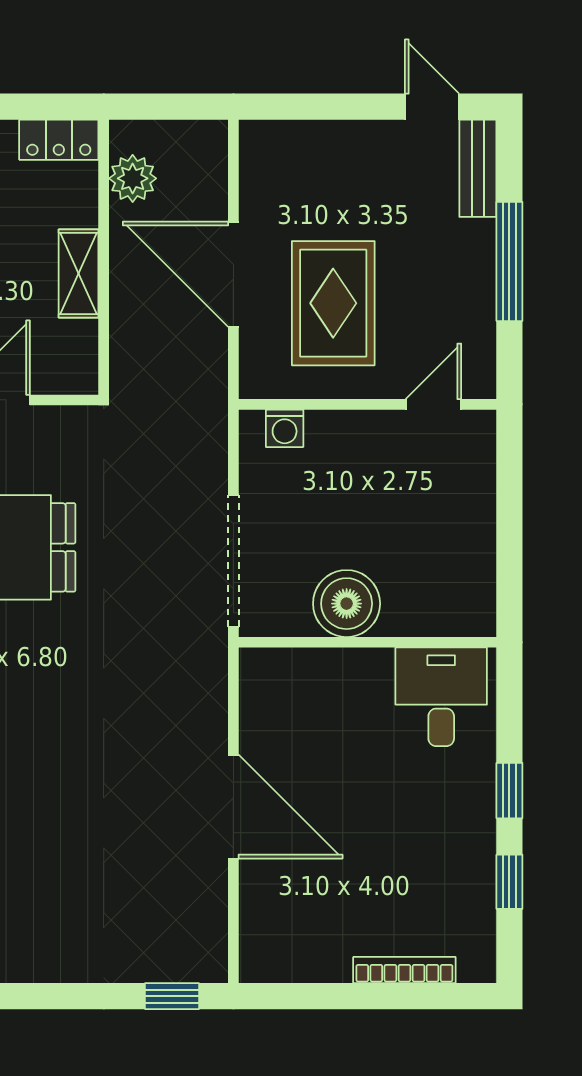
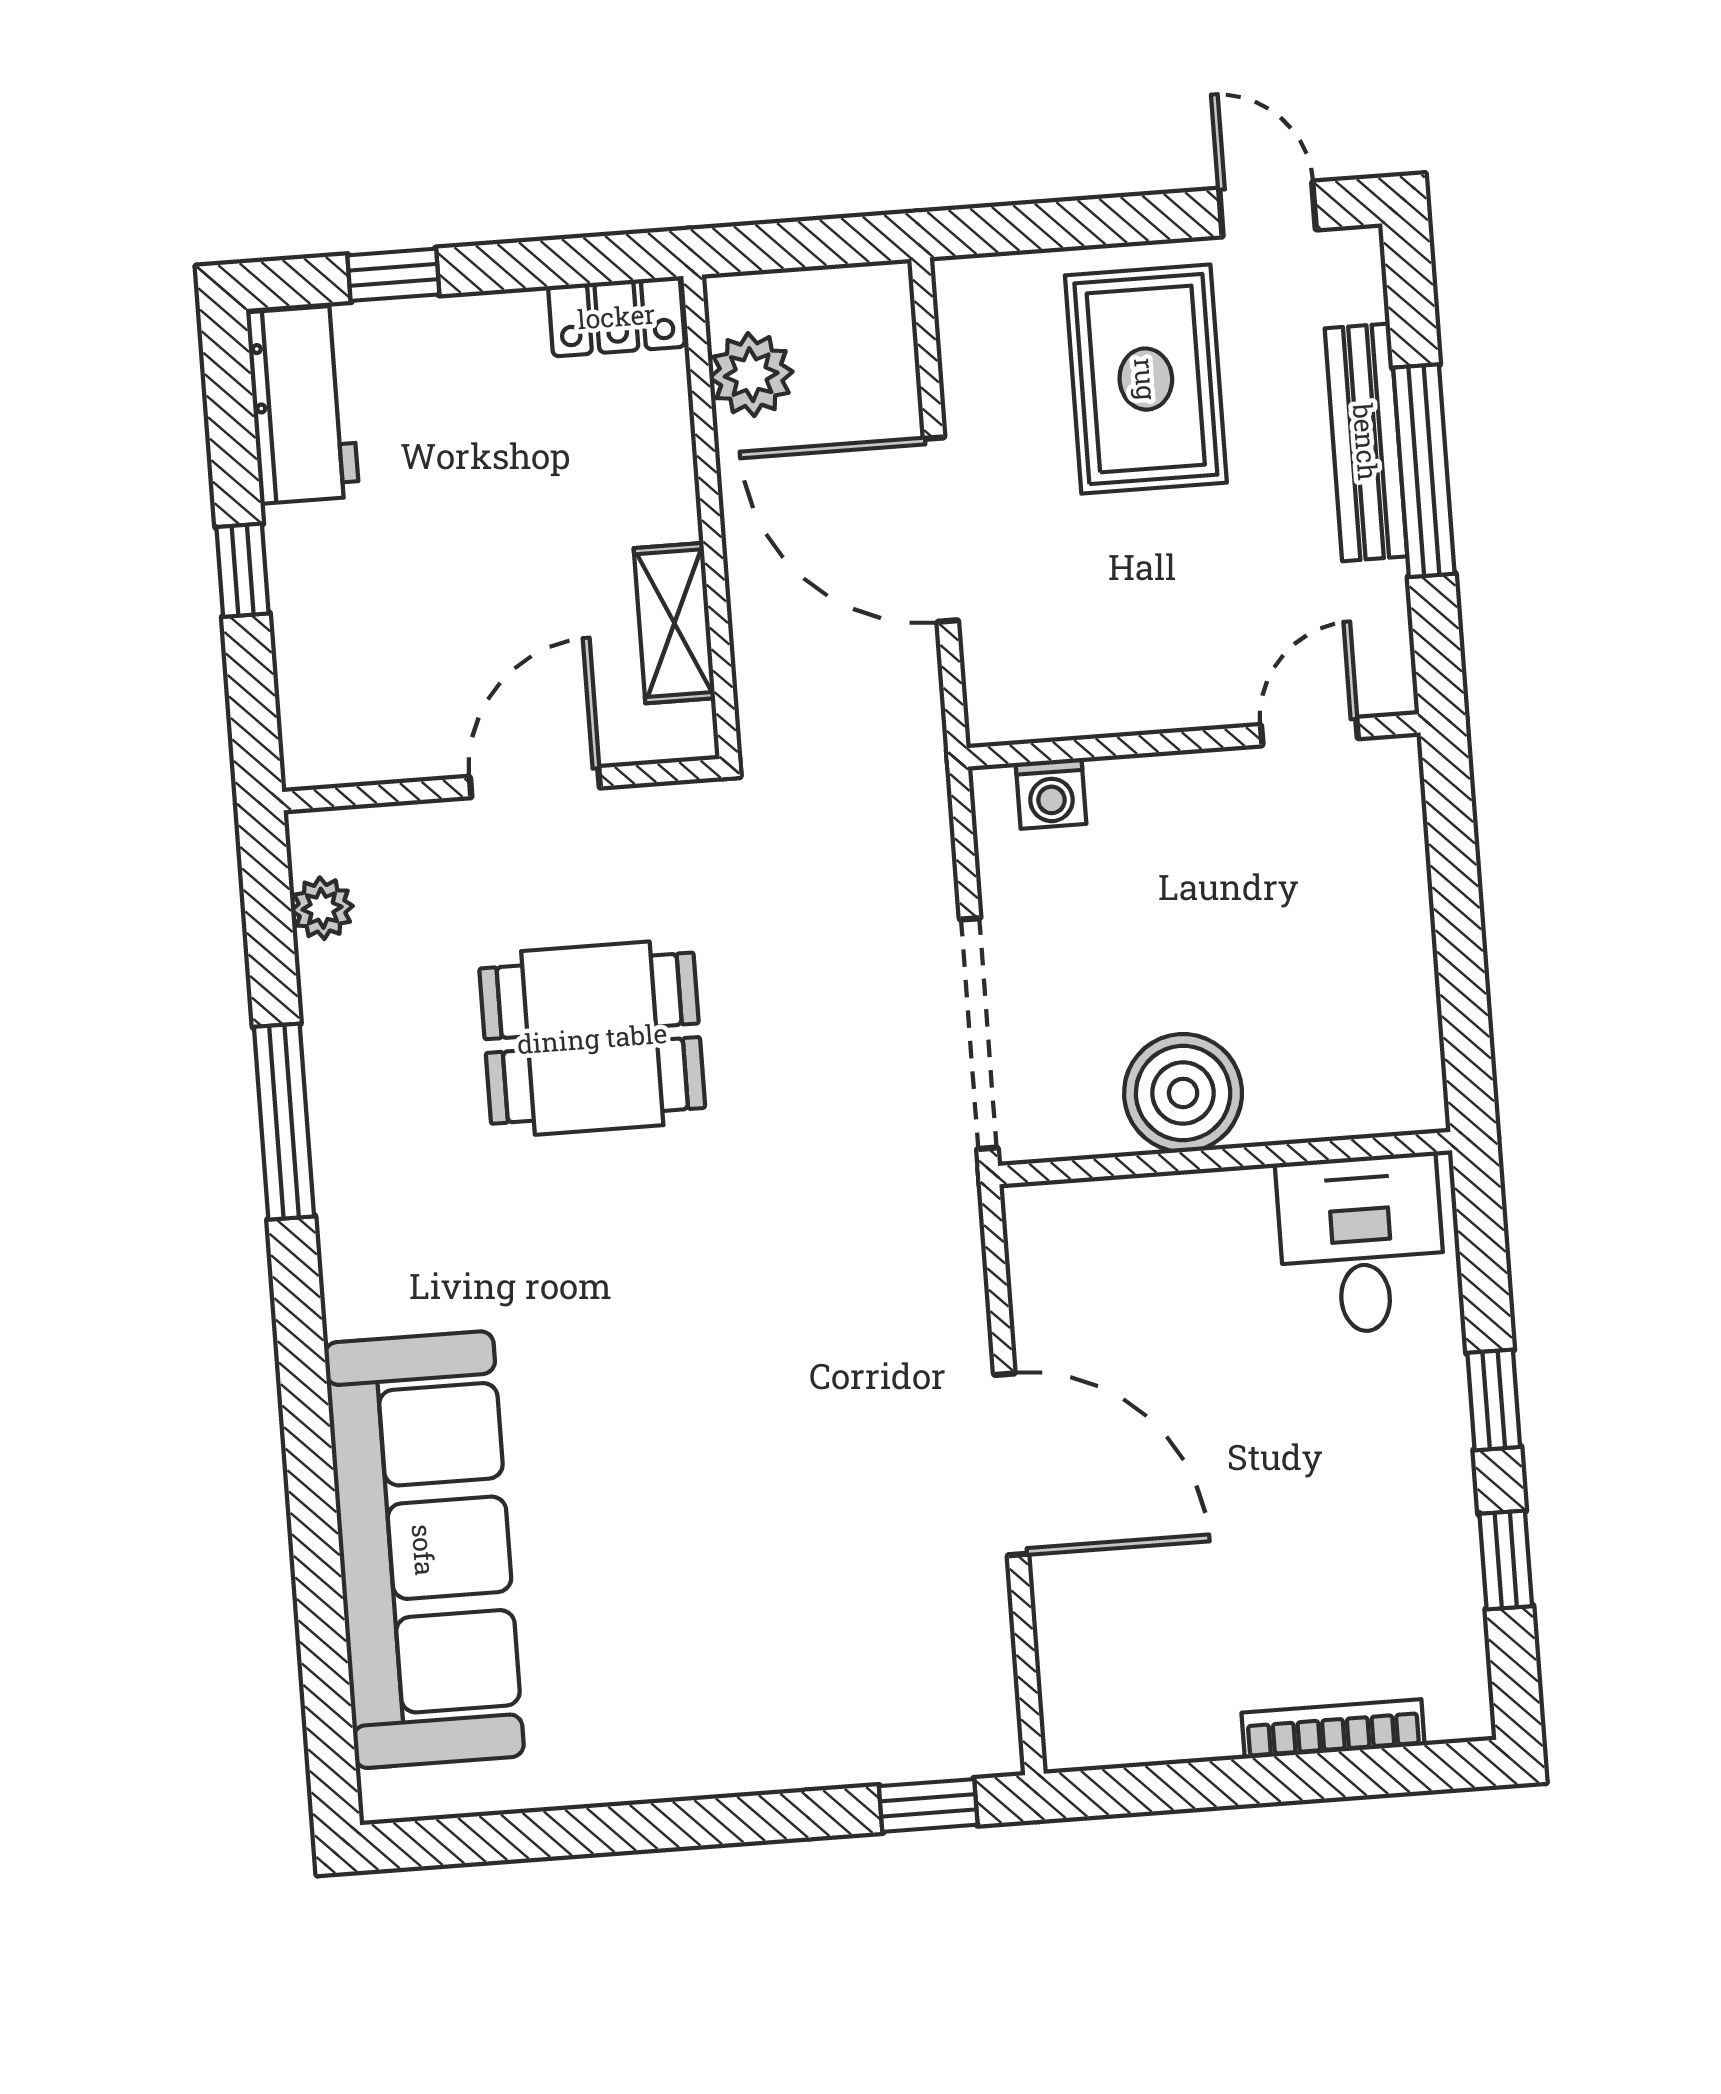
bench: (478, 168) -> (1366, 442), moved, width x1.36
shelving: (79, 274) -> (674, 623), moved
rug: (333, 303) -> (1146, 379), moved

